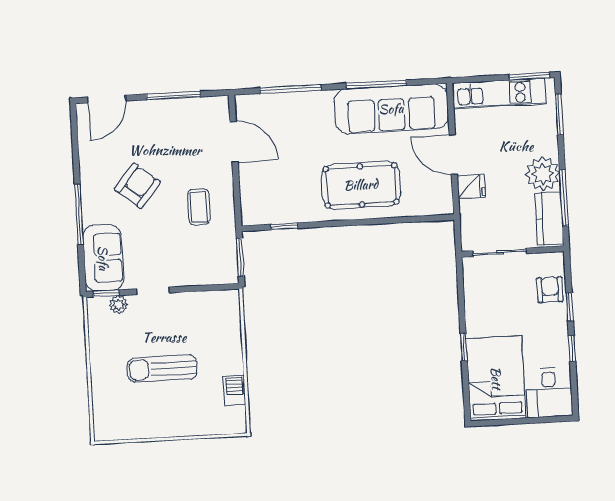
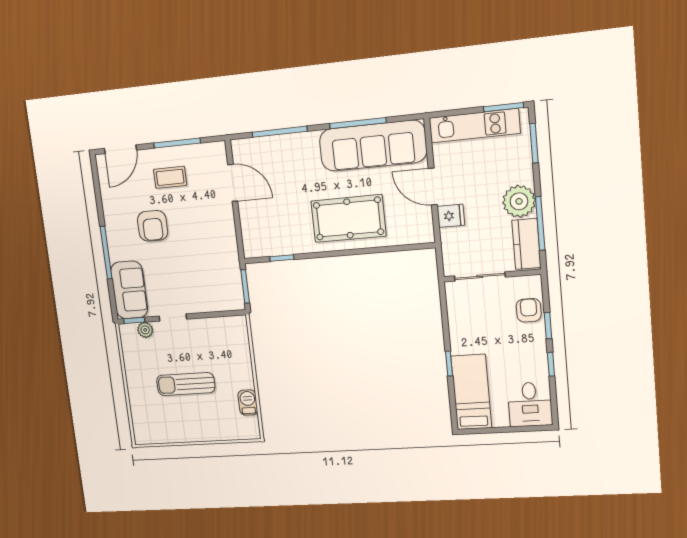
armchair: (137, 186) -> (153, 226), turned 141
coffee table: (199, 207) -> (170, 177), moved, turned 90
bed: (496, 378) -> (471, 392), width x0.67

